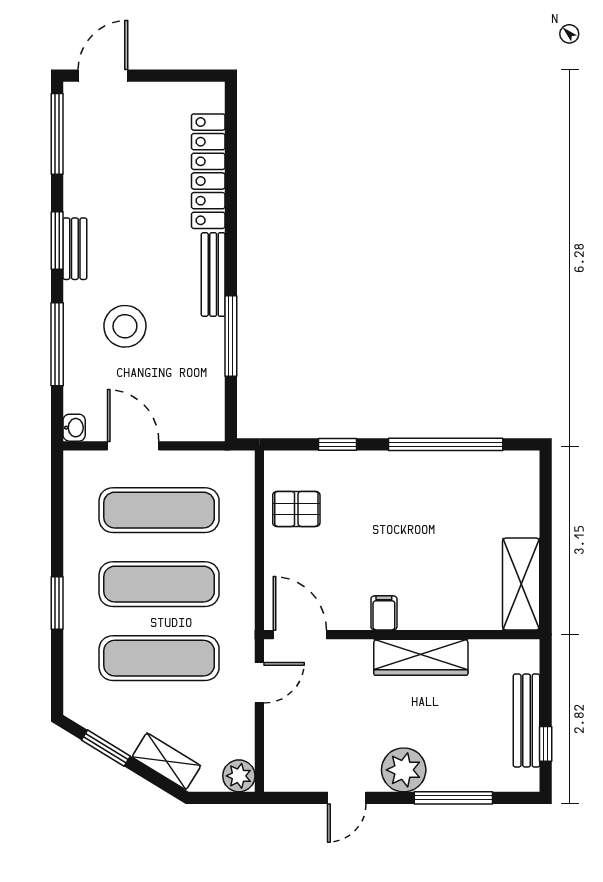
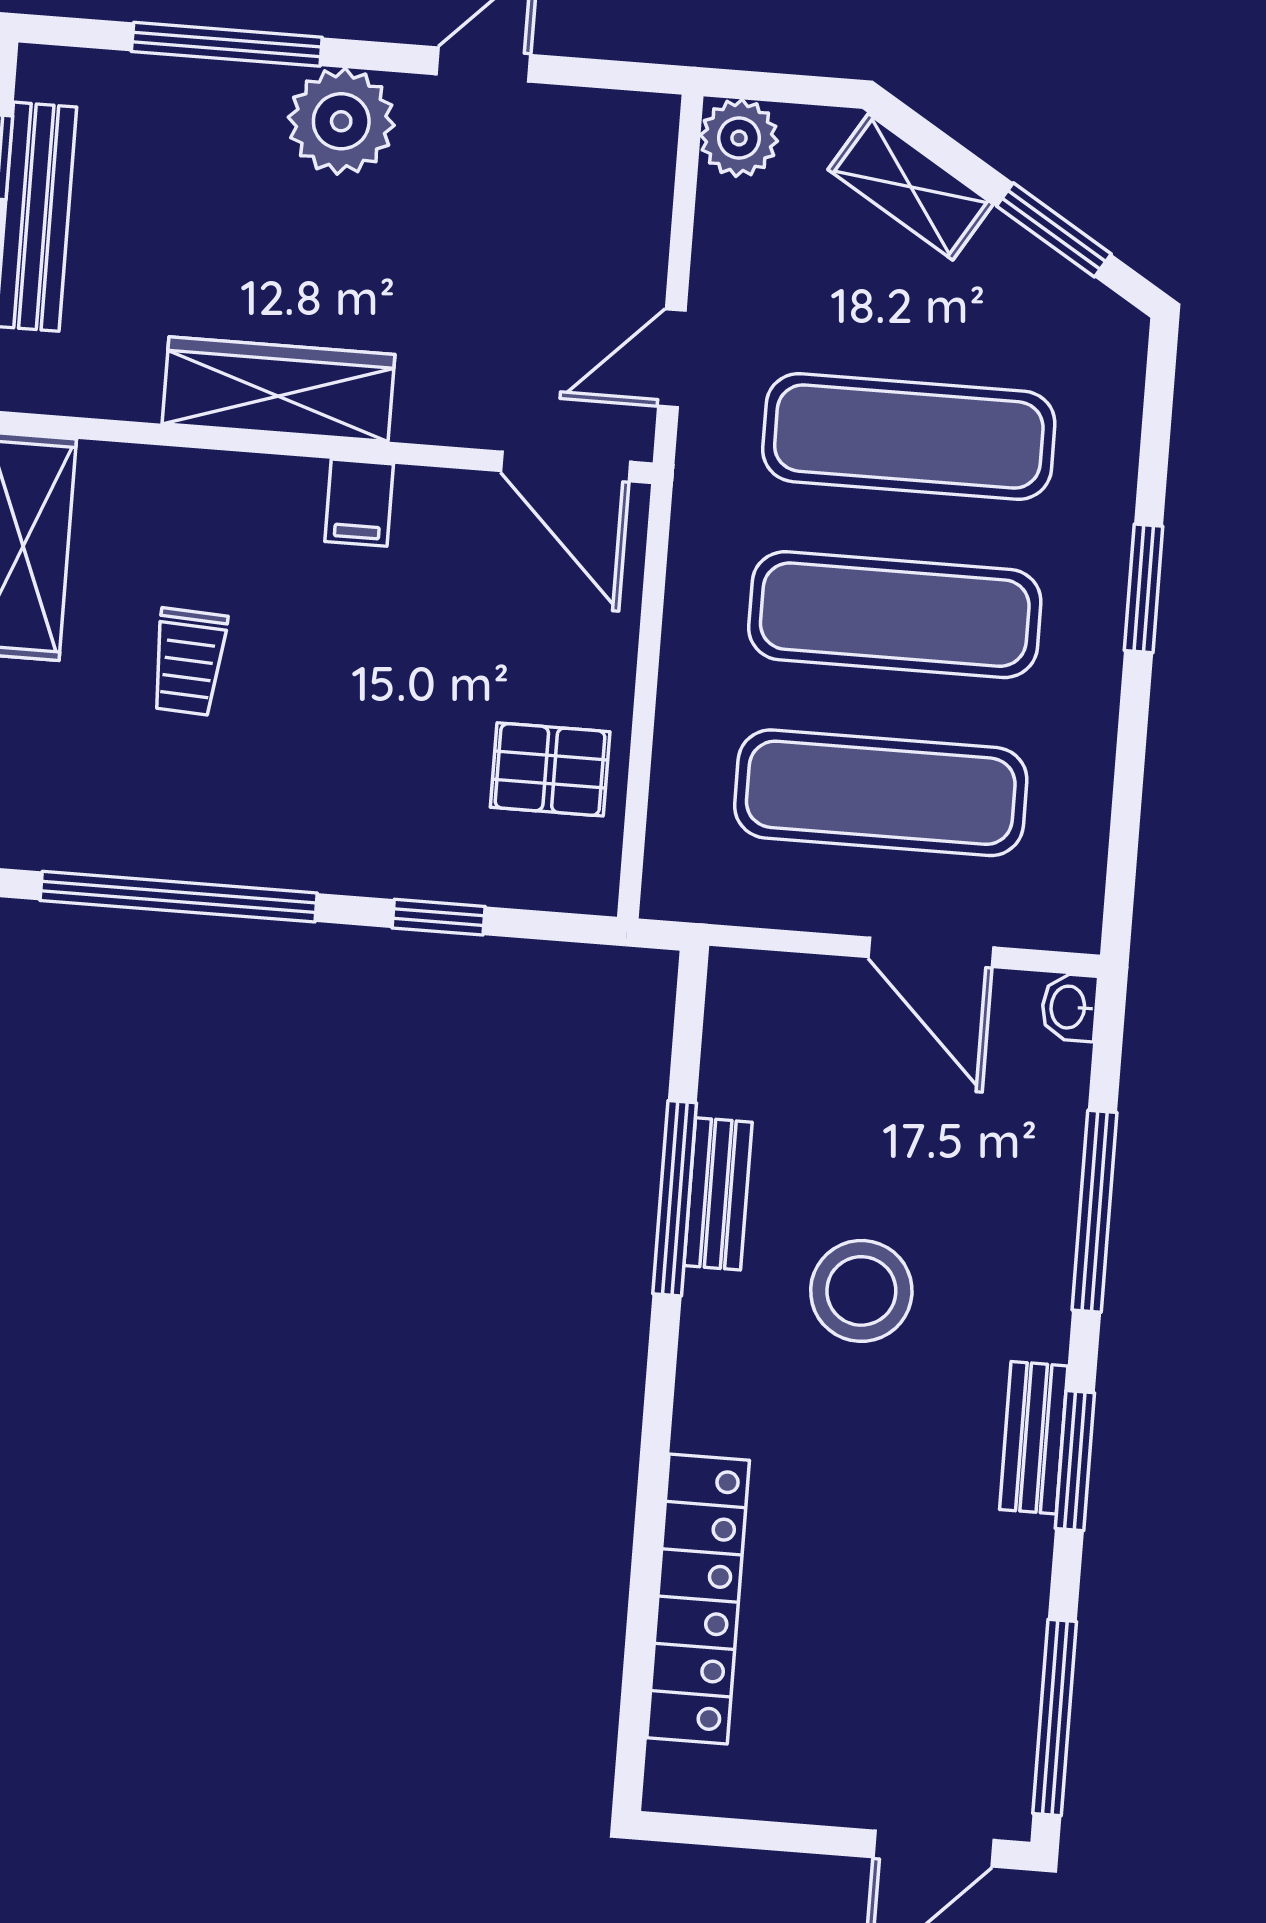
bench: (213, 275) -> (718, 1194), moved, width x0.73
stool: (125, 326) -> (861, 1291), moved
trolley: (449, 542) -> (189, 662), added

